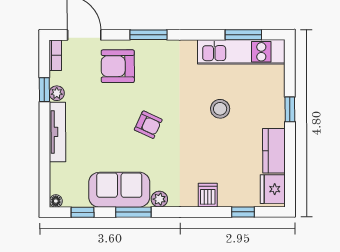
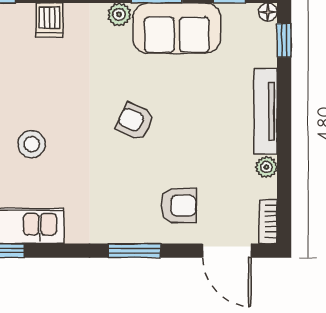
armchair: (118, 66) -> (179, 206), width x0.72, depth x0.72
window: (44, 90) -> (284, 40), moved

